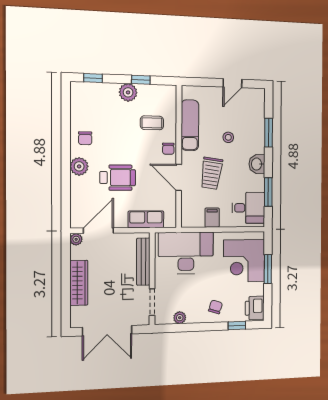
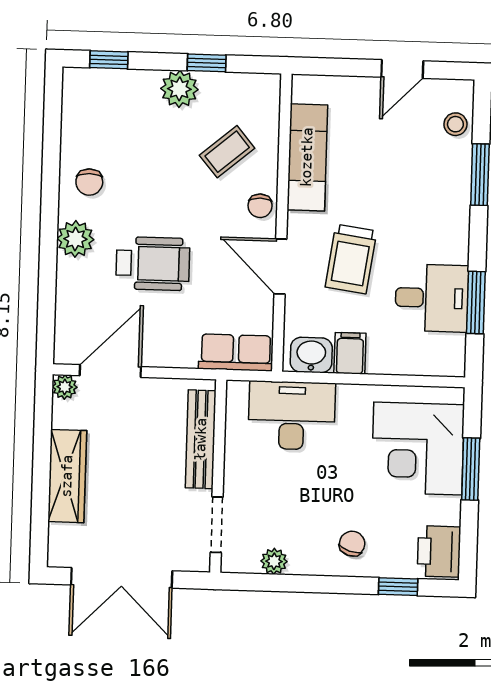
coffee table: (152, 123) -> (227, 152), turned -40
stool: (228, 137) -> (455, 124), moved
washbasin: (257, 164) -> (311, 355), moved, turned 90
desk: (248, 208) -> (432, 298), moved
row of seats: (146, 219) -> (236, 352), moved
desk: (186, 253) -> (292, 415), width x0.73, depth x0.77

